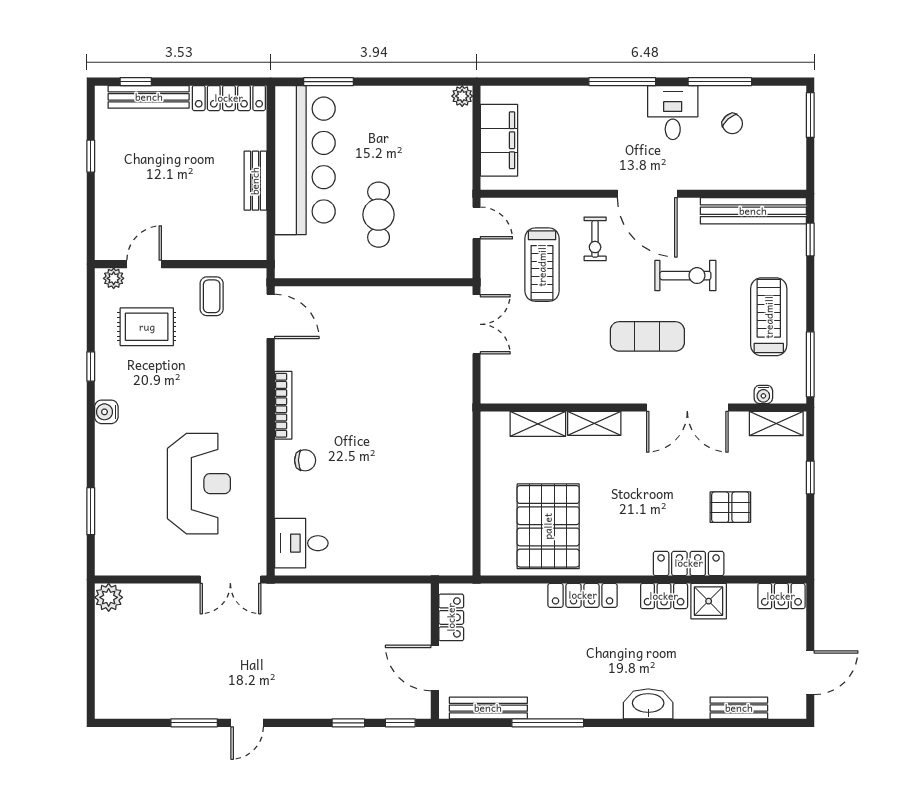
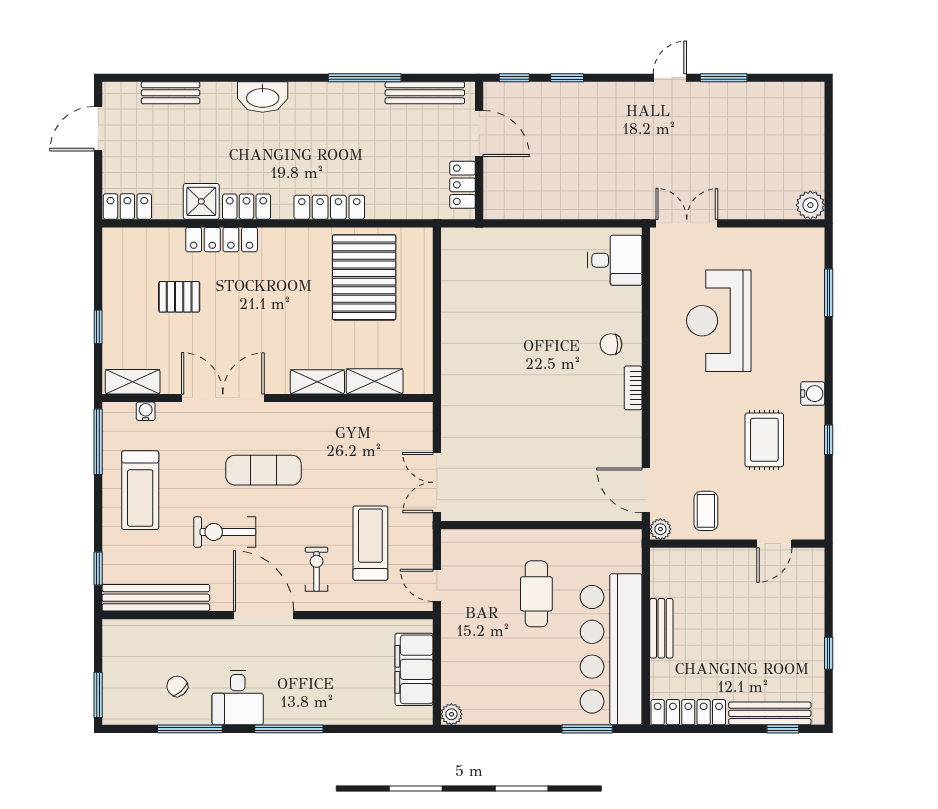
plant: (114, 278) -> (660, 529), moved
rug: (147, 327) -> (764, 440), moved, turned 90
bookcase: (283, 405) -> (633, 388), width x0.64

